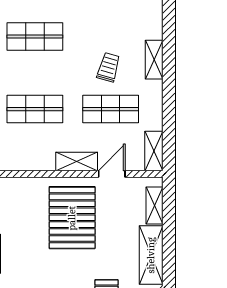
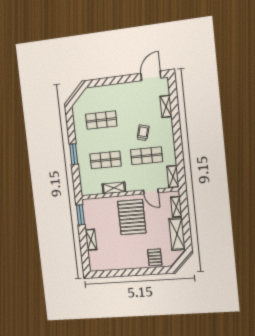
shelving: (154, 60) -> (166, 106), moved
shelving: (77, 161) -> (114, 188), moved
door: (112, 174) -> (151, 191), swing flipped

